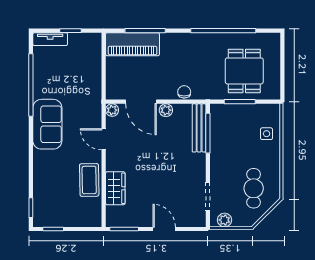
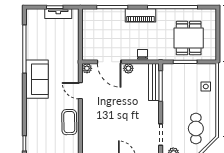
tv unit: (50, 39) -> (58, 14), moved
piano: (132, 44) -> (140, 15), moved, width x0.73, depth x0.75
wardrobe: (115, 188) -> (89, 128), removed

